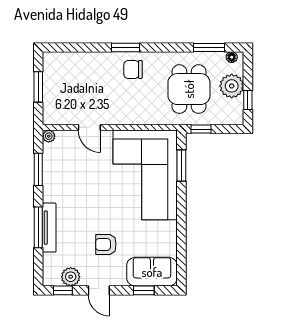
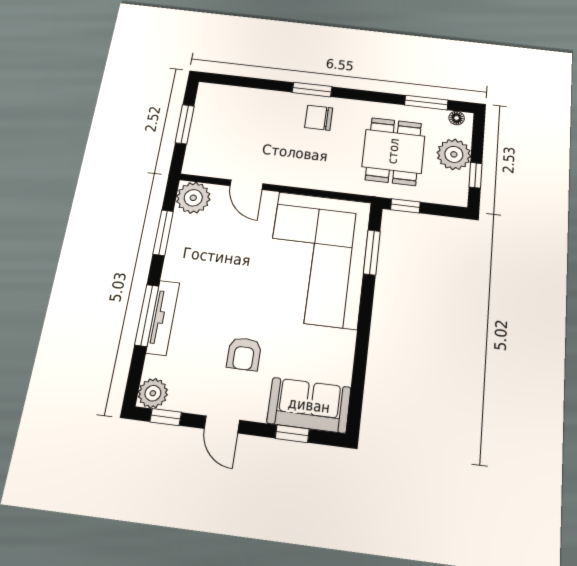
plant: (49, 136) -> (193, 198), width x1.87, depth x1.87
armchair: (106, 244) -> (244, 354), turned -90
plant: (71, 277) -> (153, 393), moved

